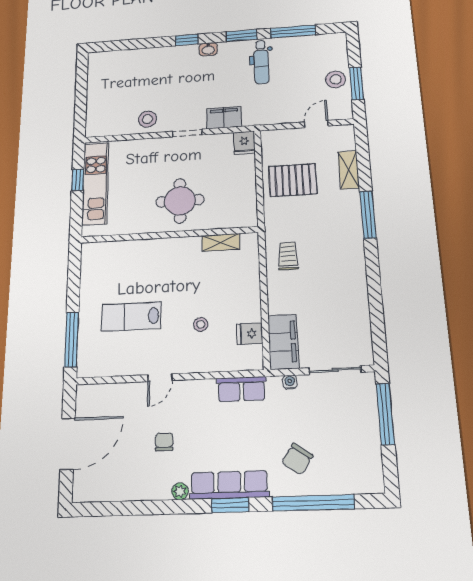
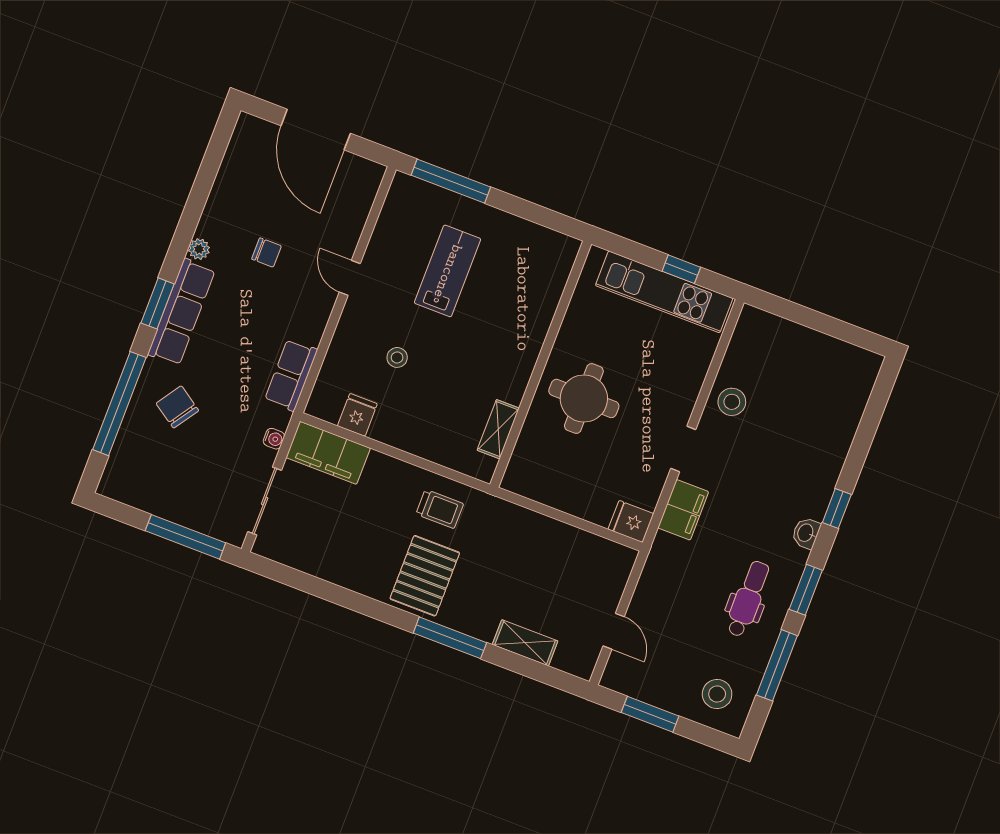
dental chair: (261, 62) -> (748, 599), turned 90
stool: (336, 79) -> (717, 694), moved
pallet: (293, 180) -> (425, 576), moved

